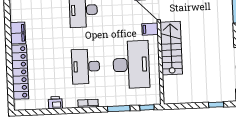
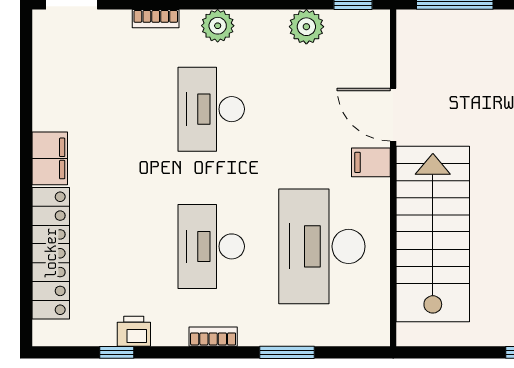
stairs: (171, 48) -> (433, 234), width x1.36, depth x1.51
desk: (131, 65) -> (322, 246), turned 180
window: (147, 108) -> (117, 352), moved

